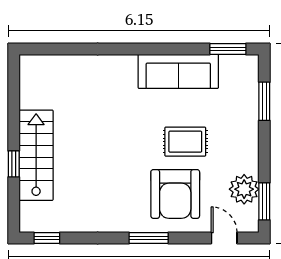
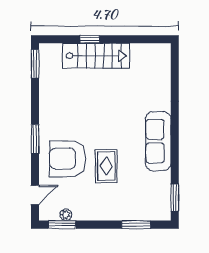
sofa: (178, 71) -> (158, 141), moved
plant: (244, 189) -> (66, 215), width x0.53, depth x0.53
window: (47, 238) -> (35, 64), width x1.50

